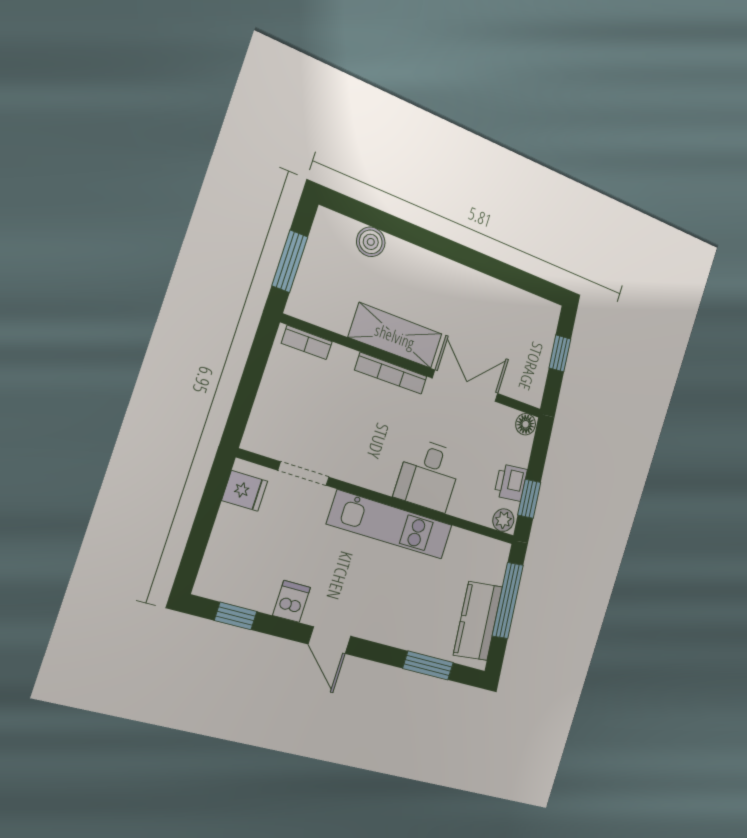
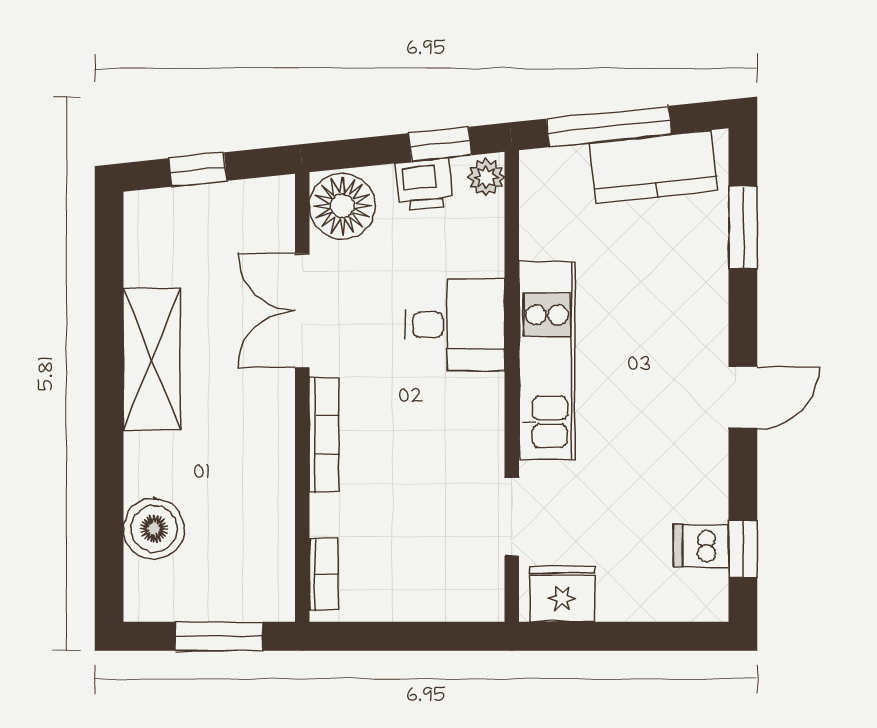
boiler: (371, 242) -> (154, 529), width x1.36, depth x1.36
shelving: (395, 336) -> (152, 359), moved
floor lamp: (526, 424) -> (342, 206), width x1.89, depth x1.89
fridge: (245, 491) -> (562, 594), width x1.38
dishwasher: (292, 601) -> (701, 546), moved

